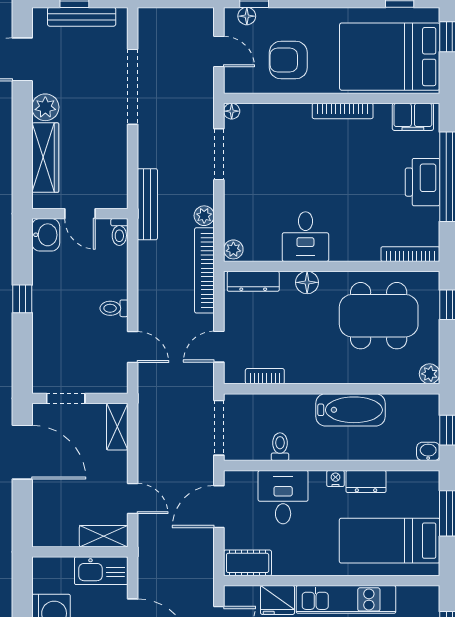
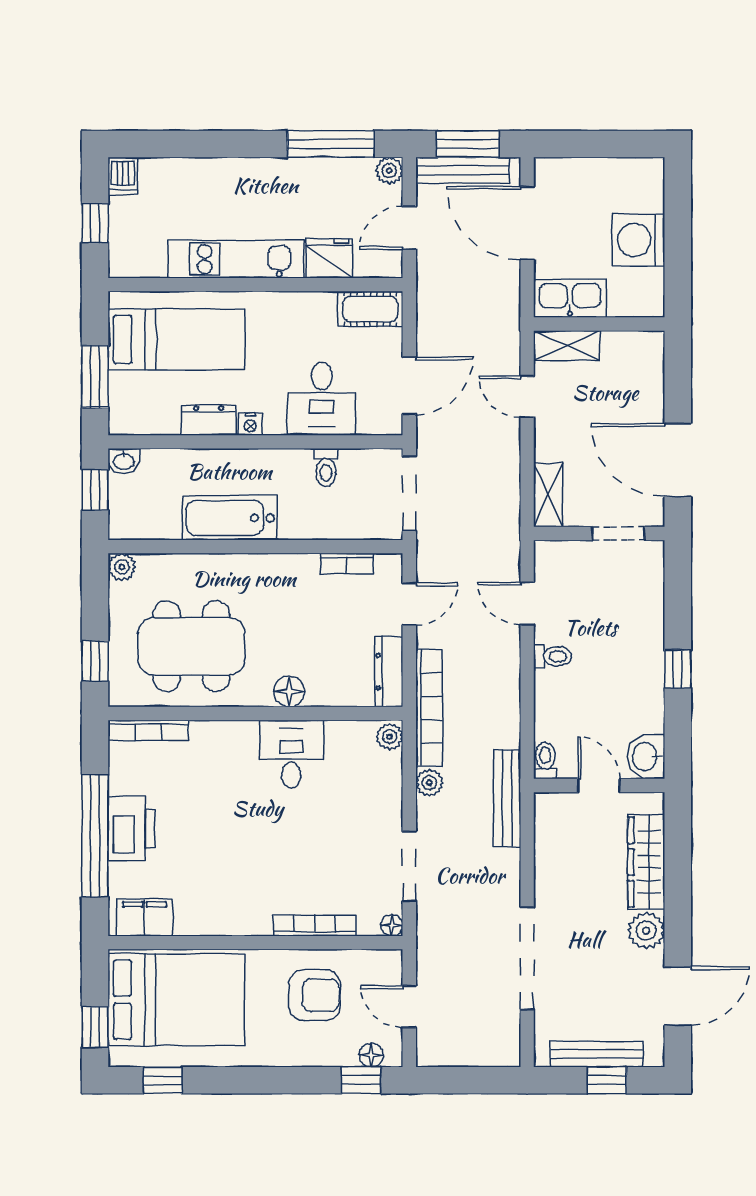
bookcase: (343, 111) -> (315, 926), moved
dresser: (253, 281) -> (389, 672), moved, turned -90

